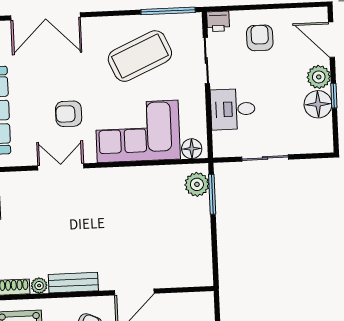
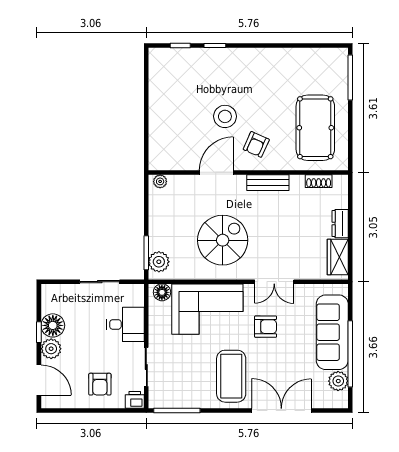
coffee table: (140, 56) -> (231, 376), moved, turned -66
spiral stairs: (123, 213) -> (223, 240), added
plant: (39, 286) -> (160, 181), moved

